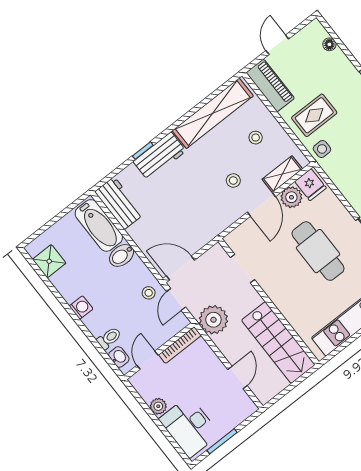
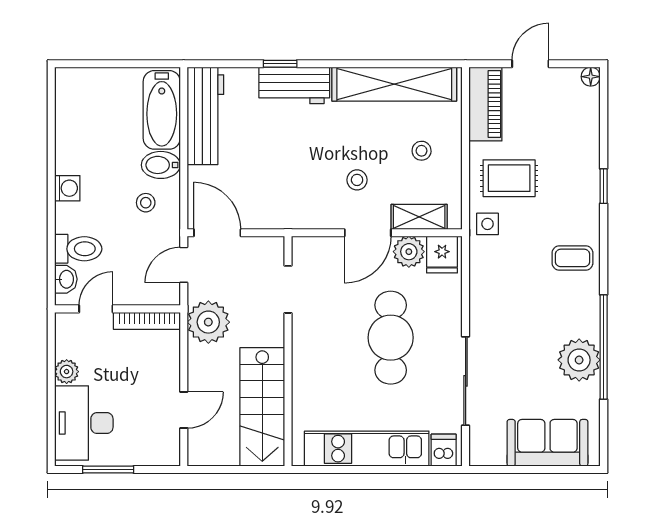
floor lamp: (329, 44) -> (591, 77), moved
workbench: (119, 203) -> (205, 116), width x1.37
shower: (49, 261) -> (72, 106), removed
stool: (149, 293) -> (146, 203), moved
toilet: (109, 338) -> (78, 249), width x1.37, depth x1.39

